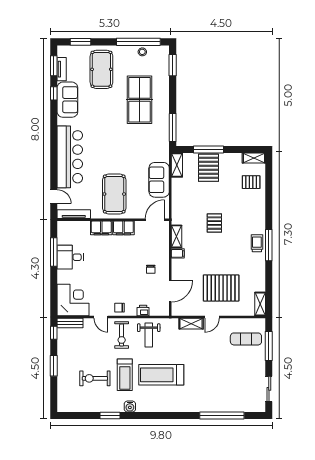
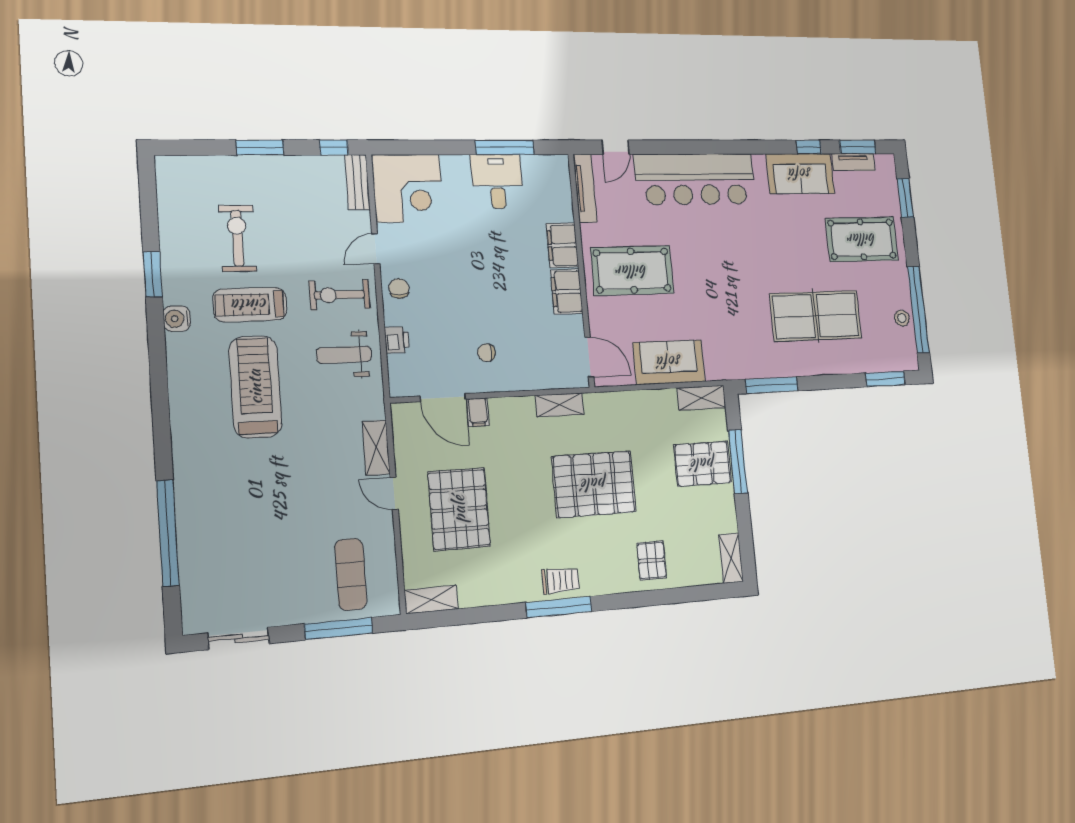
pallet: (251, 182) -> (652, 560), moved
pallet: (214, 223) -> (594, 484), width x2.05, depth x2.00
filing cabinet: (178, 253) -> (478, 412), moved

